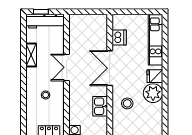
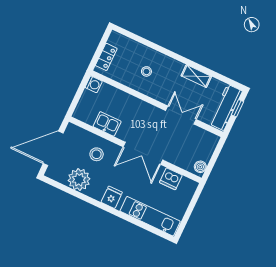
boiler: (99, 19) -> (200, 167), added
double door: (67, 67) -> (181, 115), moved
double door: (110, 68) -> (143, 153), swing flipped
plant: (153, 93) -> (79, 180), moved

